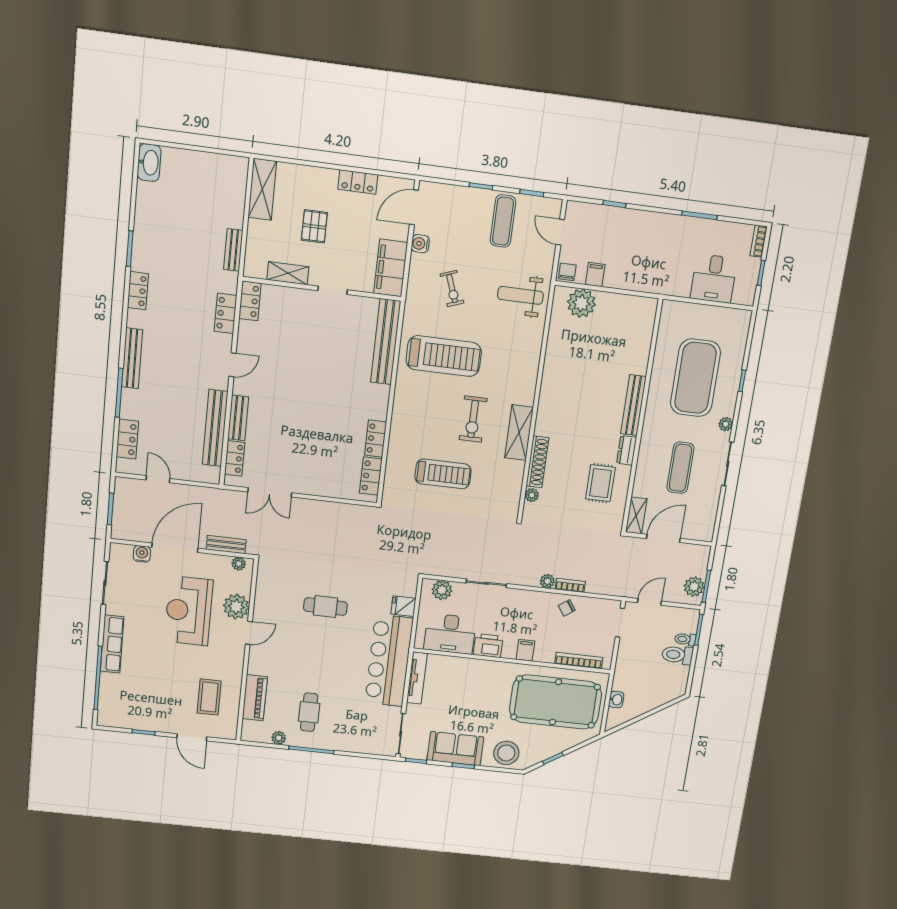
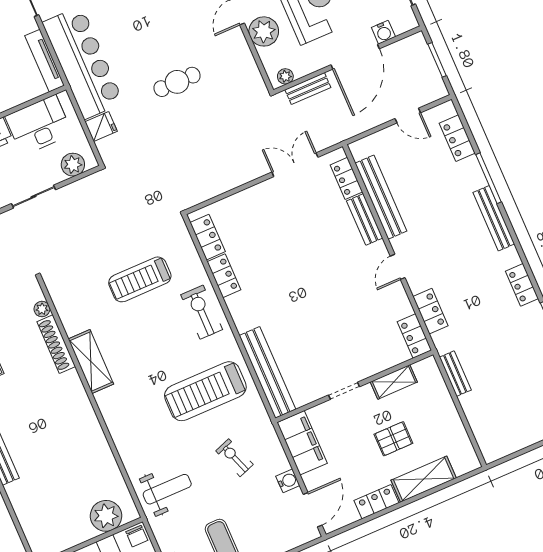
shelving: (262, 189) -> (424, 479), moved, turned 90
pallet: (314, 226) -> (393, 439), turned 90
exercise bike: (473, 419) -> (202, 312), moved

